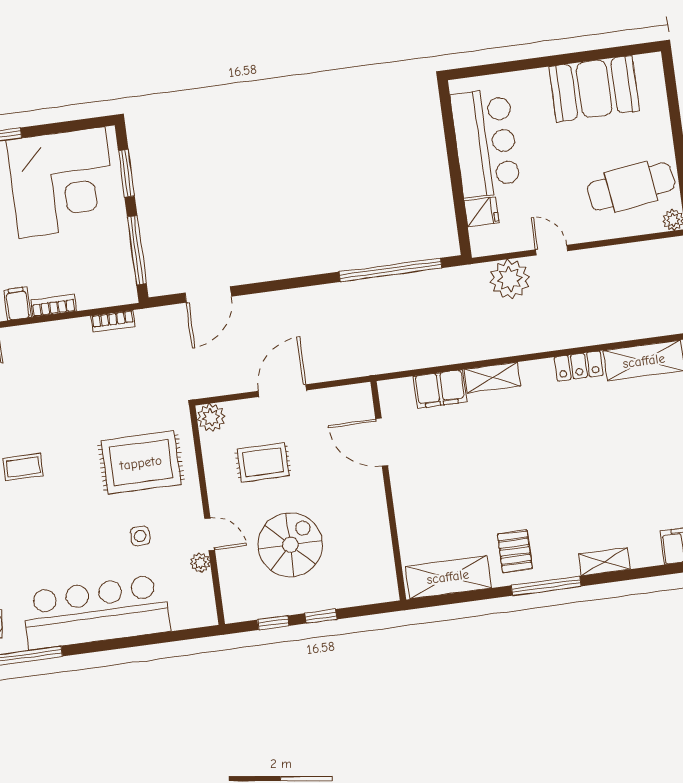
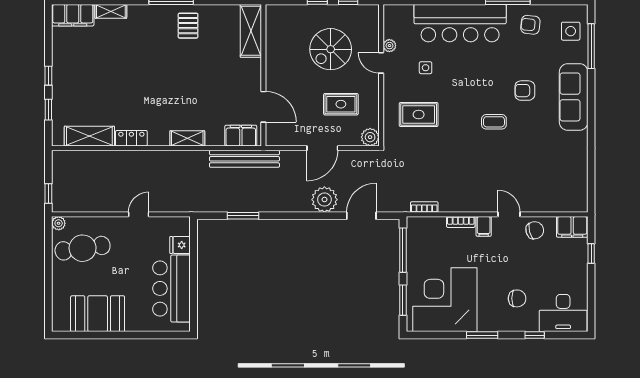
door: (552, 250) -> (139, 214), swing flipped
window: (390, 270) -> (243, 216), width x0.47
plant: (510, 279) -> (324, 200), moved
bench: (400, 358) -> (244, 159), added
filing cabinet: (440, 389) -> (241, 136), moved
rug: (141, 463) -> (419, 115), width x0.73, depth x0.70
shelving: (604, 562) -> (111, 11), moved
shelving: (448, 577) -> (251, 31), moved, turned 90

